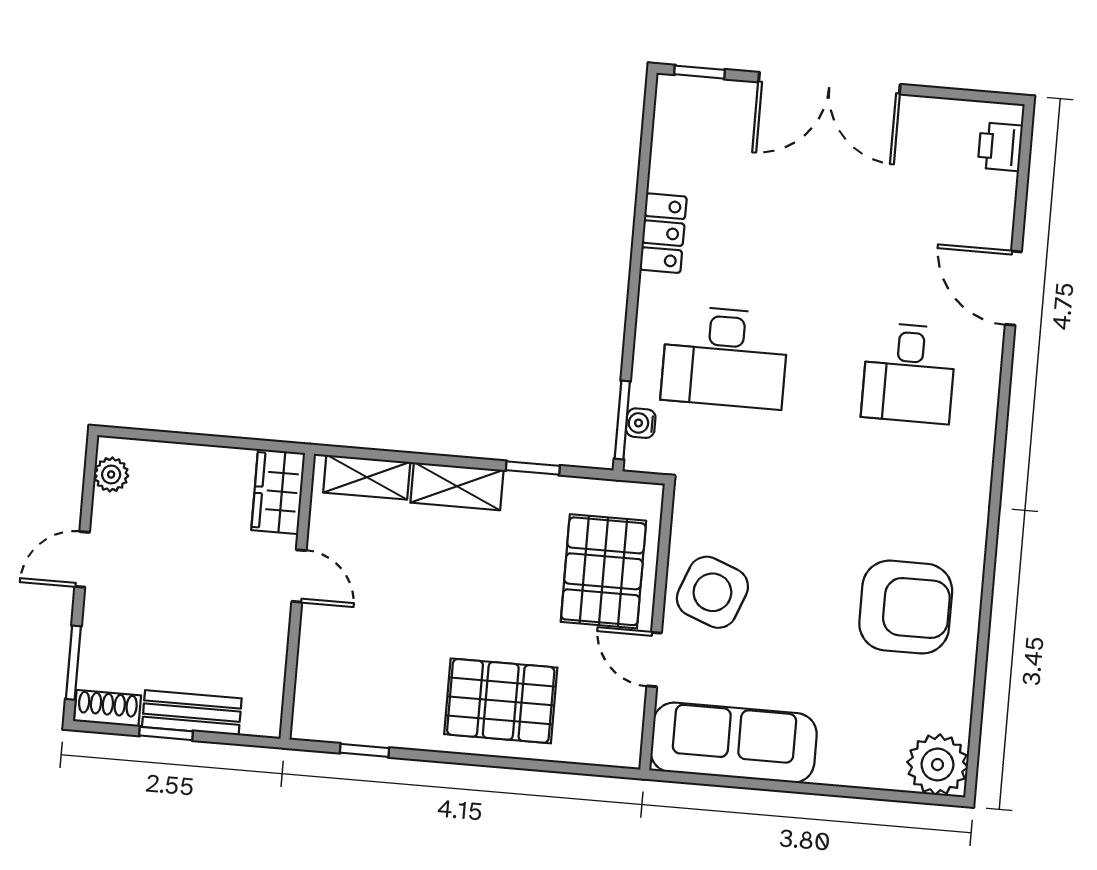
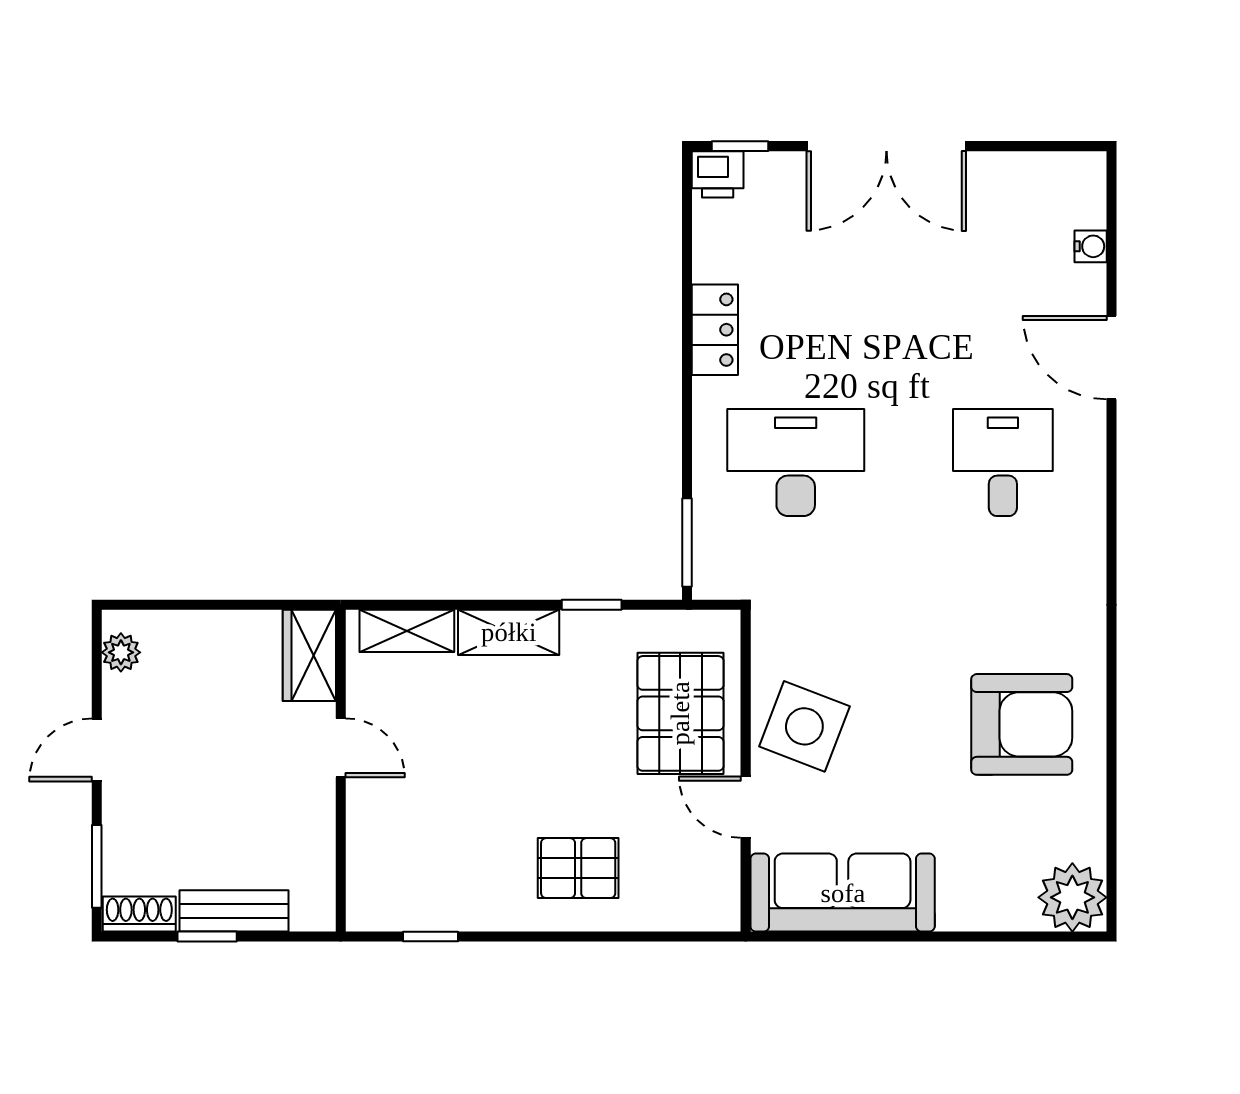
printer: (1000, 147) -> (718, 174), moved, turned -90
desk: (725, 357) -> (796, 463), turned 180
desk: (909, 373) -> (1003, 463), turned 180
water cooler: (641, 423) -> (1091, 246), moved, turned 180
pallet: (501, 701) -> (578, 868), width x0.67, depth x0.71

